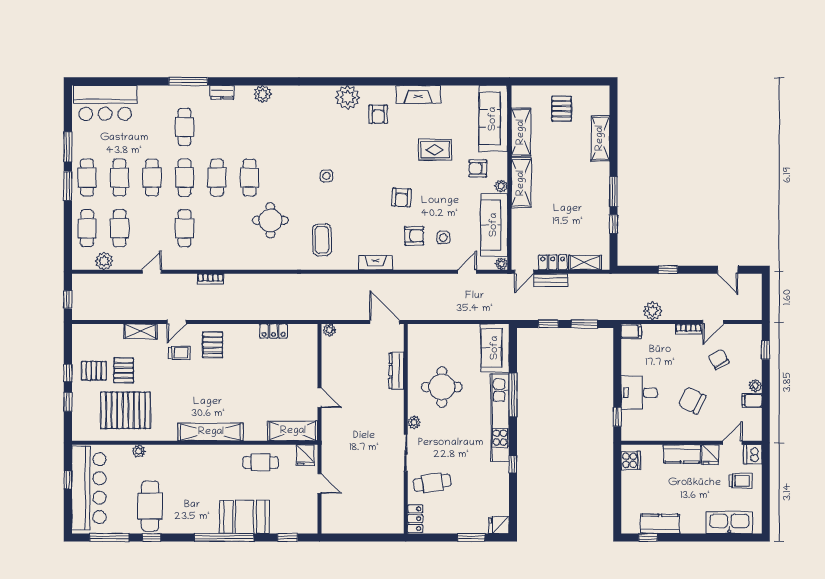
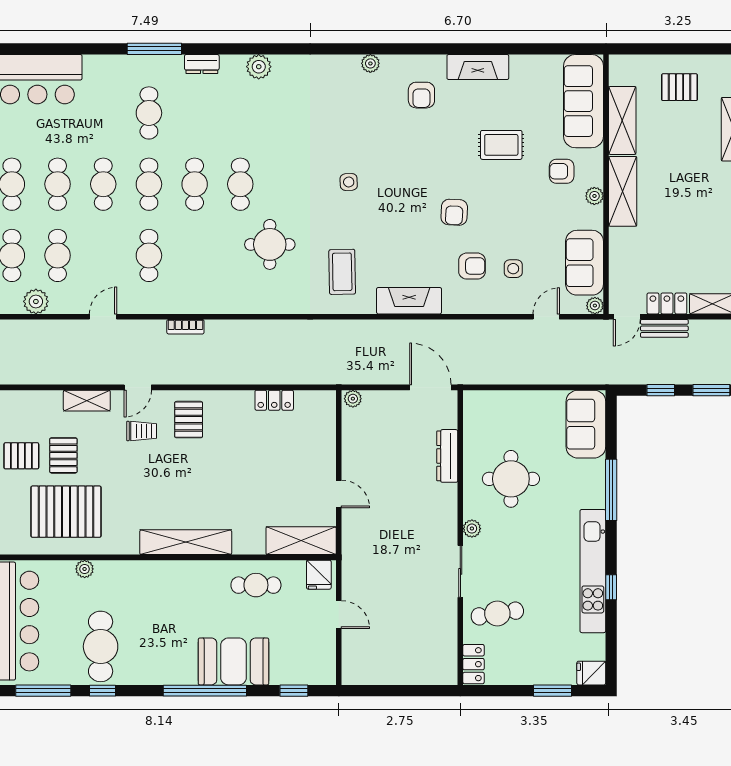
plant: (348, 97) -> (370, 63), width x0.53, depth x0.53
pallet: (562, 109) -> (680, 87), turned 90
sofa: (494, 225) -> (585, 263), width x0.73
fireplace: (376, 263) -> (409, 301), width x1.37, depth x1.32
kitchen unit: (500, 417) -> (593, 571), moved

